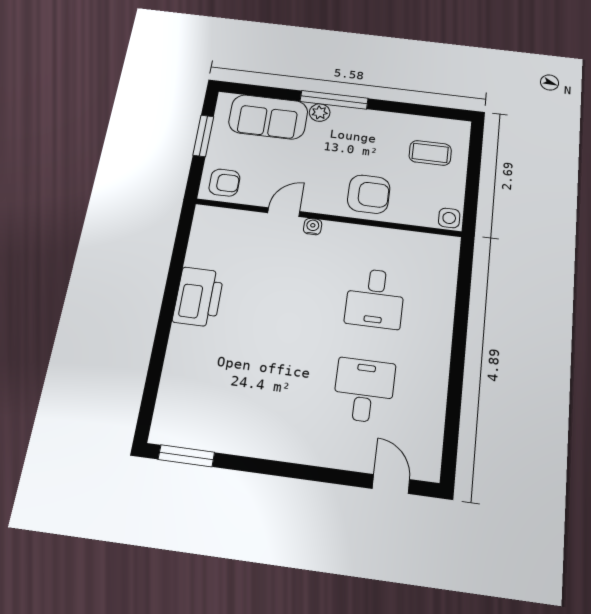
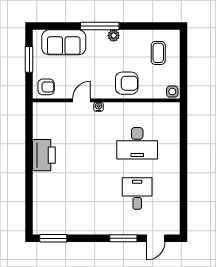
plant: (320, 113) -> (114, 35), moved
coffee table: (430, 153) -> (158, 53), turned 90
desk: (375, 298) -> (137, 143), width x1.37
window: (325, 475) -> (123, 238), added
door: (391, 484) -> (156, 238), swing flipped

